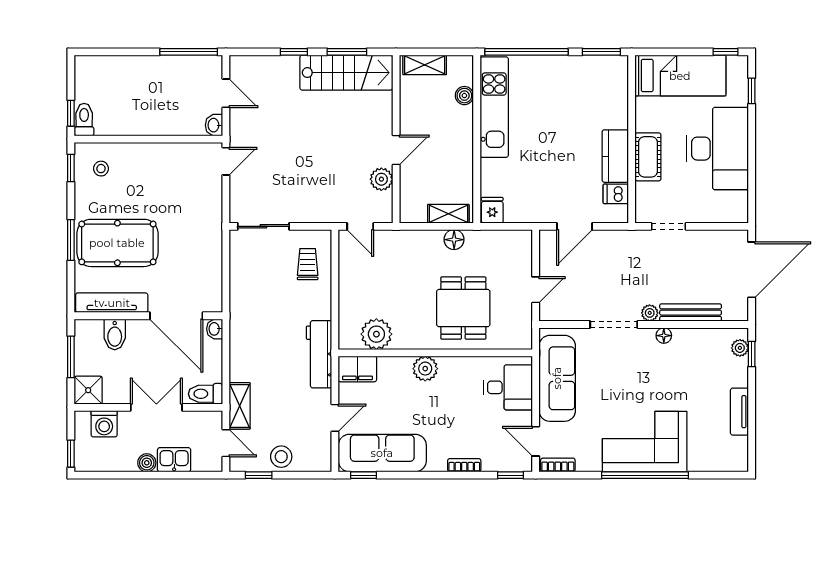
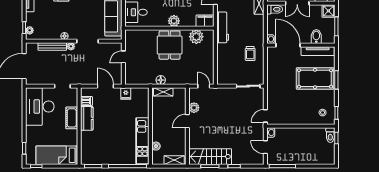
desk: (718, 149) -> (40, 106), moved
fridge: (492, 210) -> (126, 94), moved
door: (575, 226) -> (105, 86), hinge flipped
trolley: (308, 264) -> (250, 53), moved
dining table: (463, 308) -> (170, 45), moved

